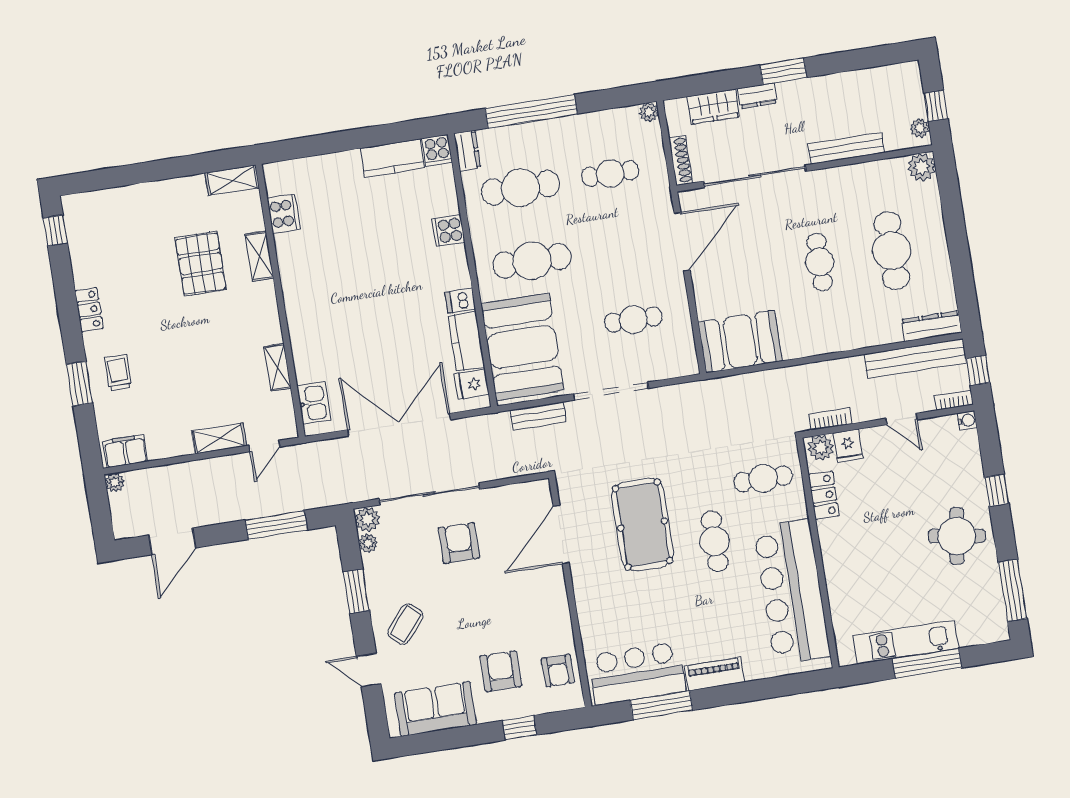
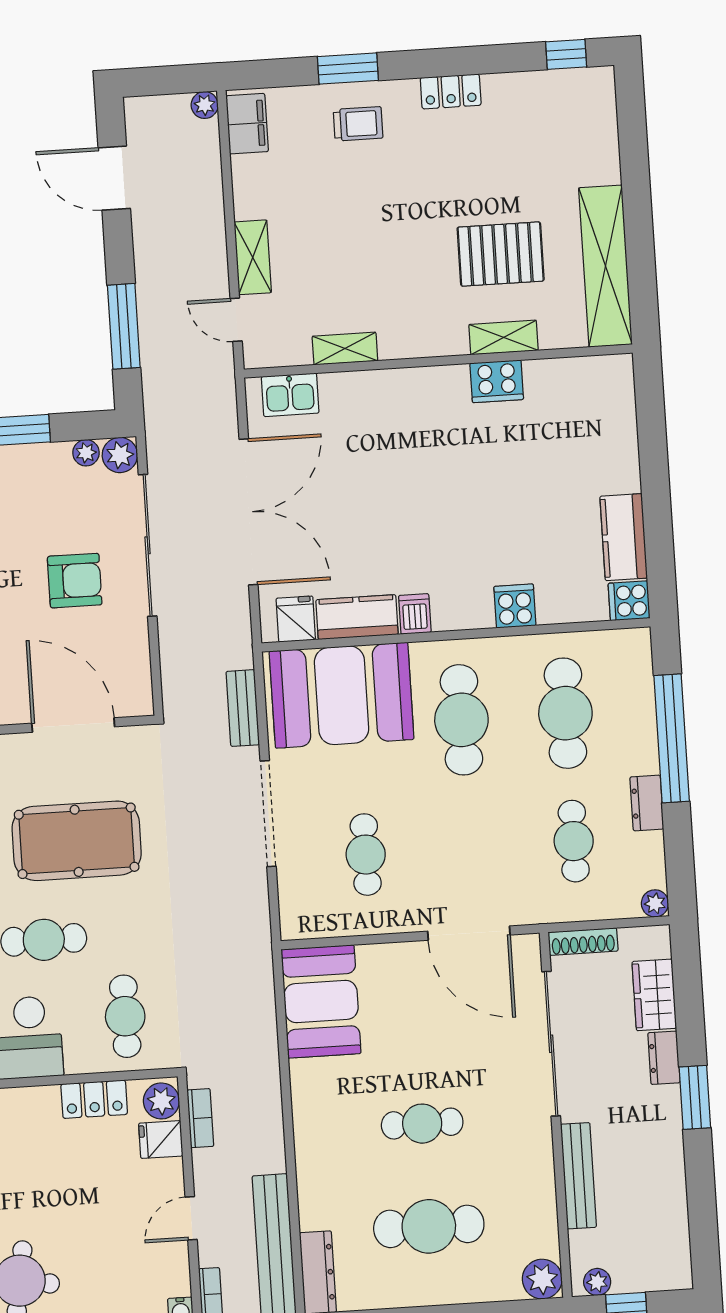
dresser: (467, 151) -> (647, 803), moved, turned 90
shelving: (232, 180) -> (605, 266), width x2.20, depth x1.33
cooker: (284, 214) -> (497, 381), moved

